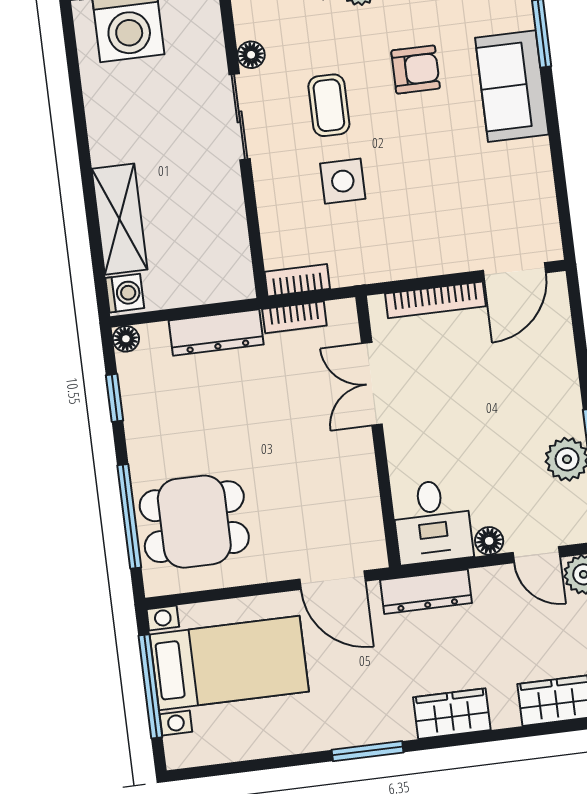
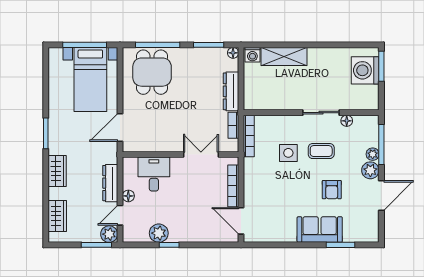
bookcase: (297, 280) -> (249, 136), width x1.56
window: (114, 398) -> (209, 45), width x1.50
desk: (432, 522) -> (154, 174), moved, turned 90
dresser: (426, 592) -> (110, 183), moved

